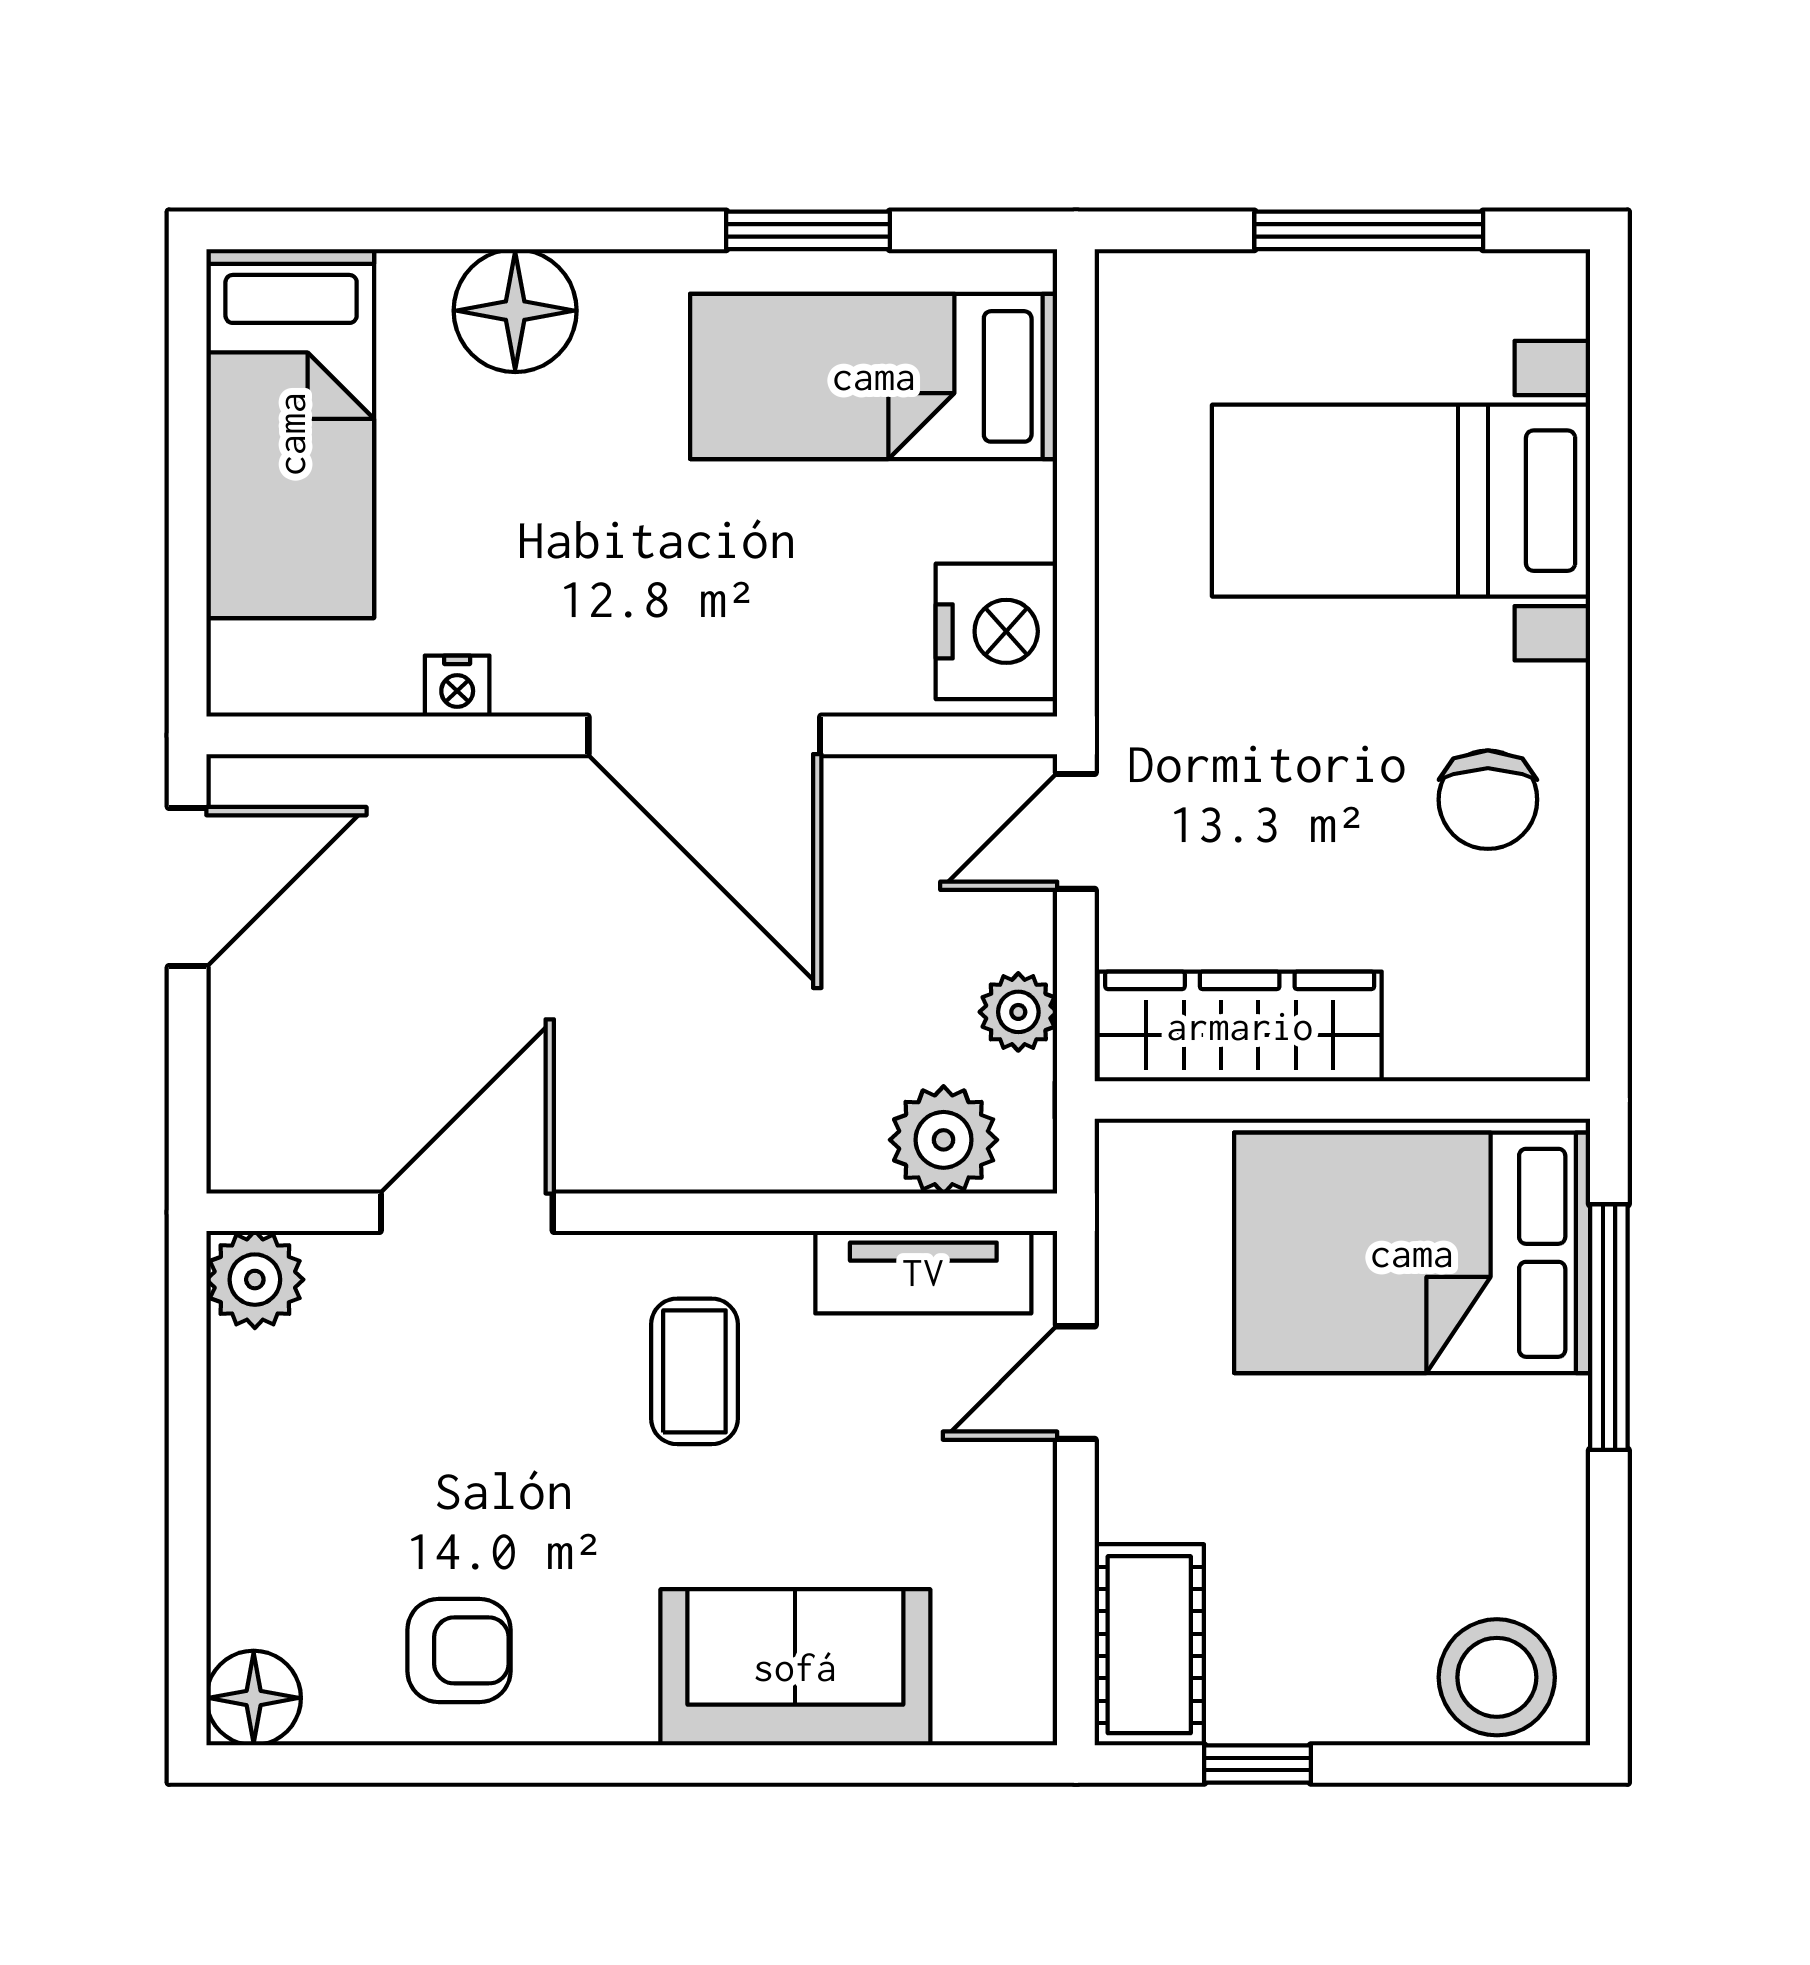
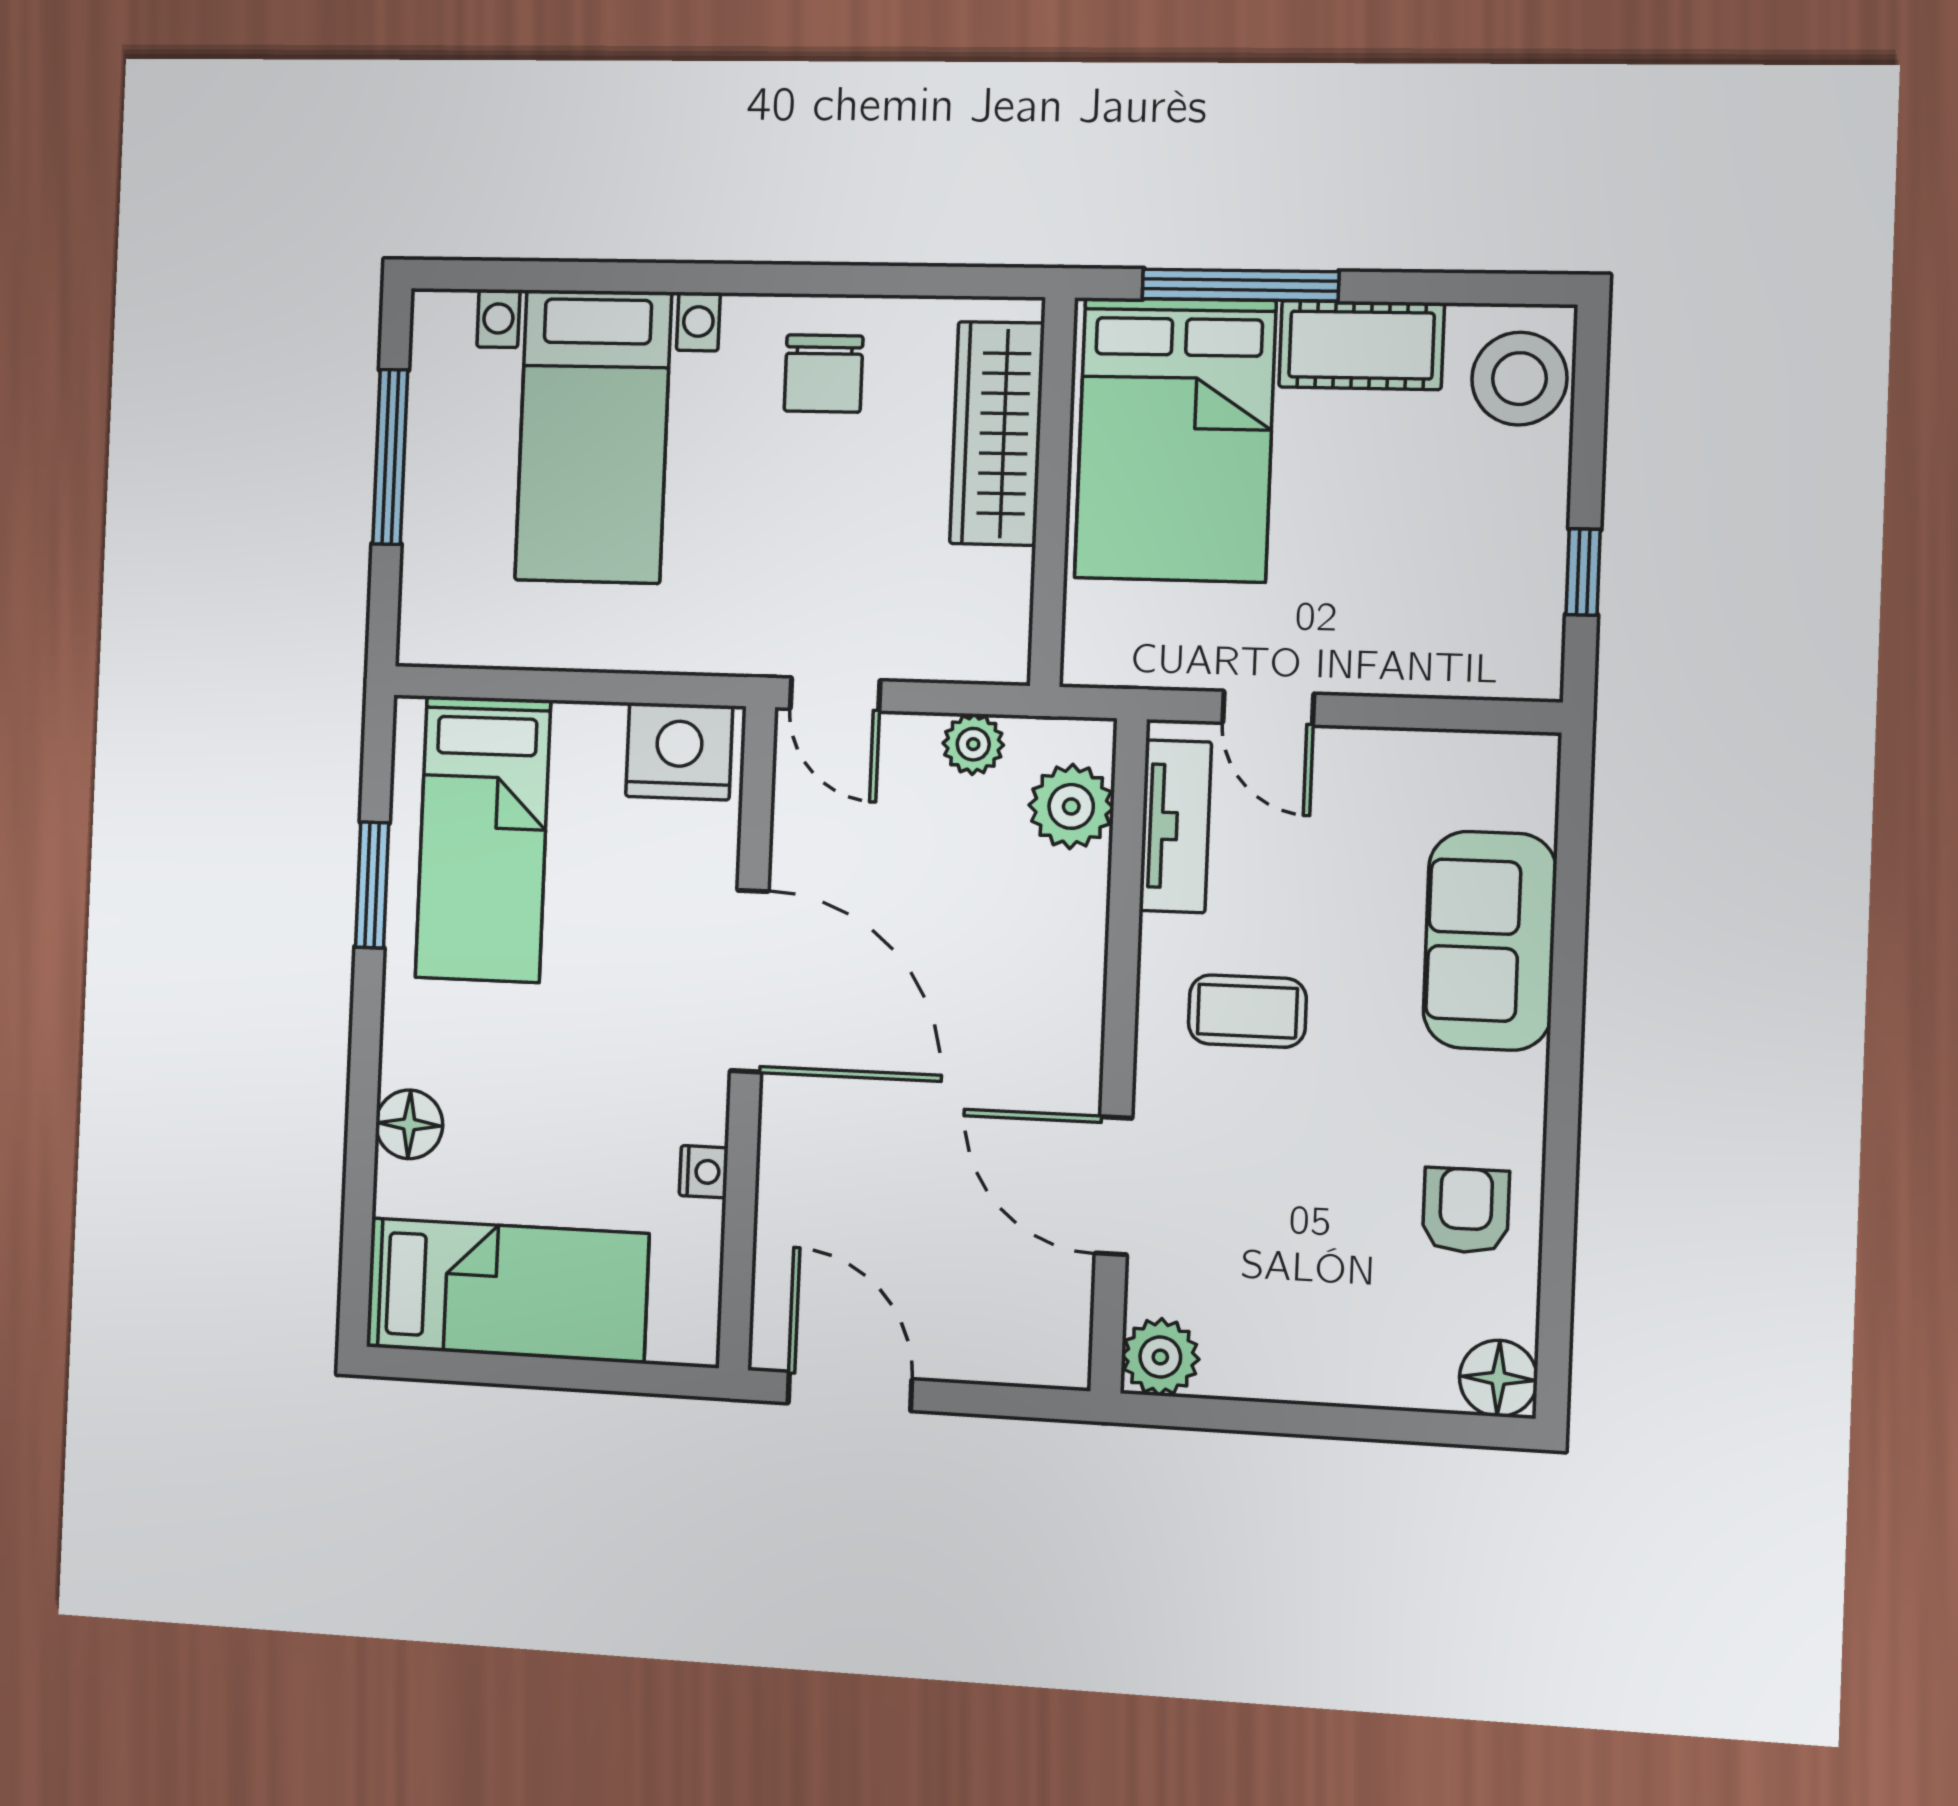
floor lamp: (515, 311) -> (409, 1124), width x0.73, depth x0.73
door: (704, 735) -> (749, 981), hinge flipped
chair: (1488, 800) -> (824, 374), turned 90
wardrobe: (1240, 1026) -> (997, 433), moved
cot: (1149, 1645) -> (1361, 345), moved

